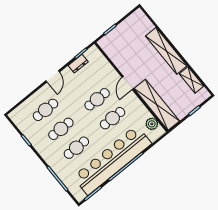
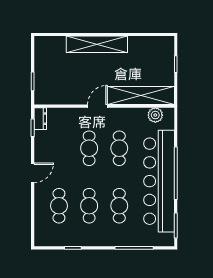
dresser: (78, 64) -> (40, 119), moved
door: (53, 76) -> (33, 173), hinge flipped
shelving: (191, 80) -> (144, 43), removed
door: (128, 83) -> (97, 106), swing flipped

